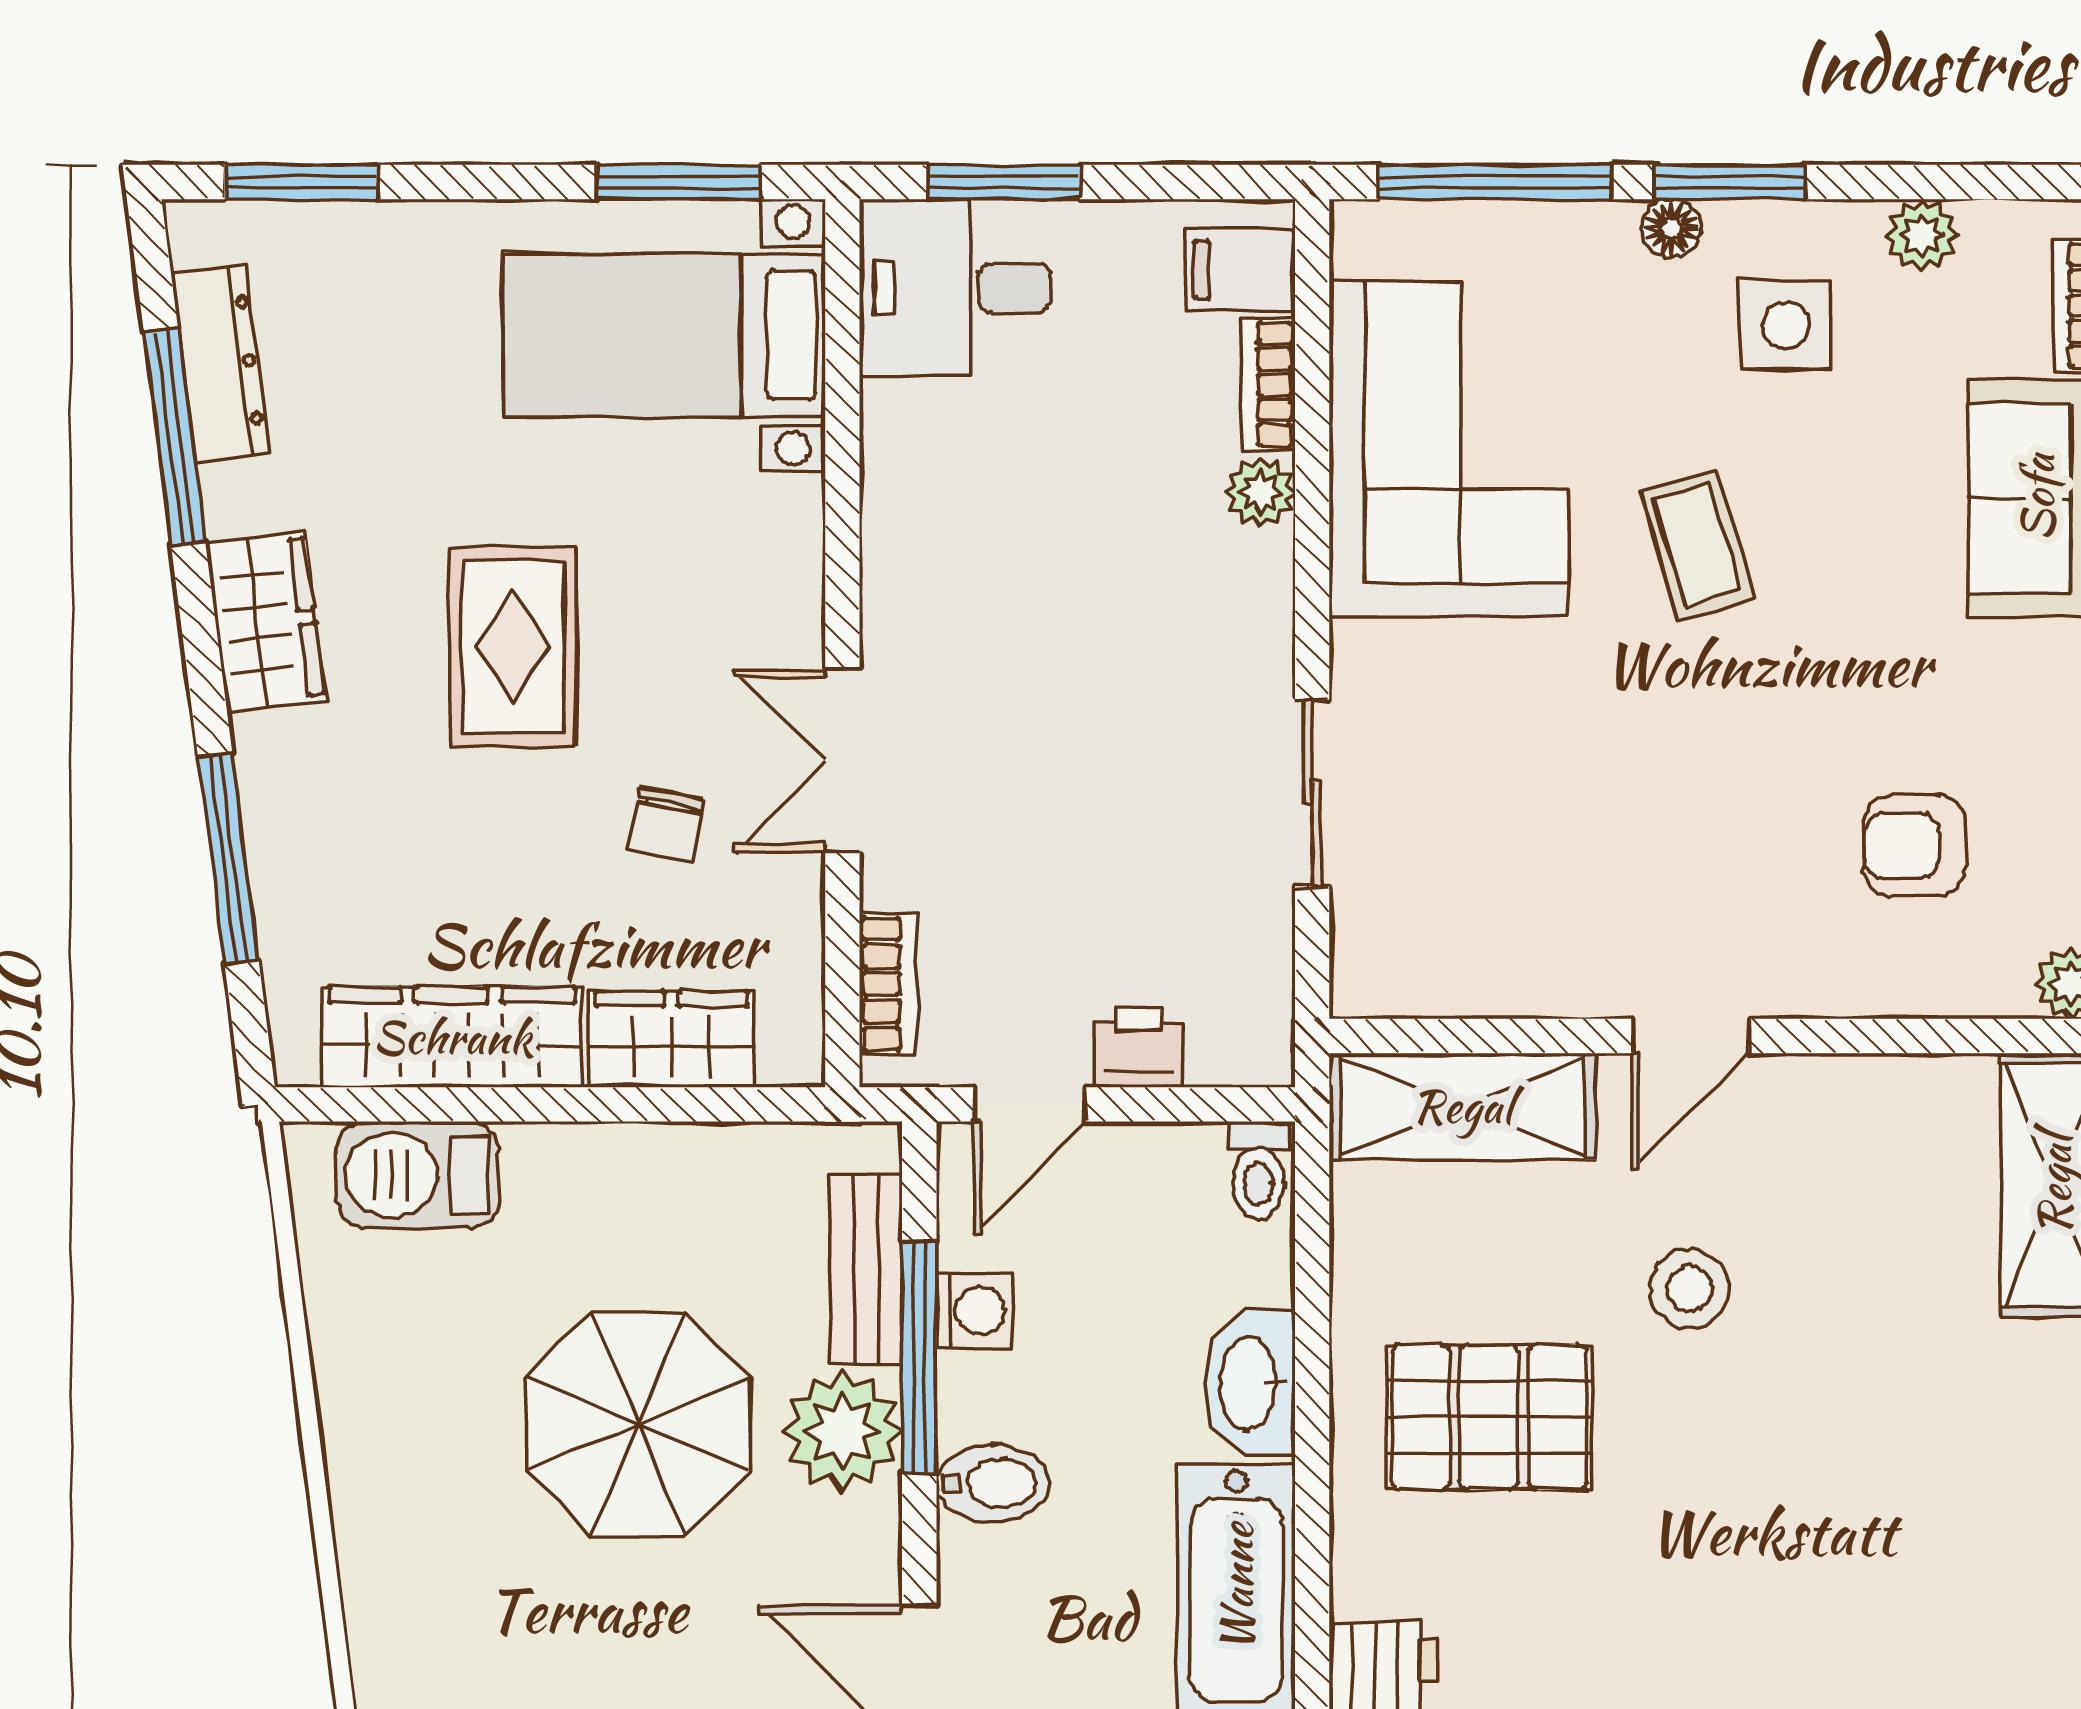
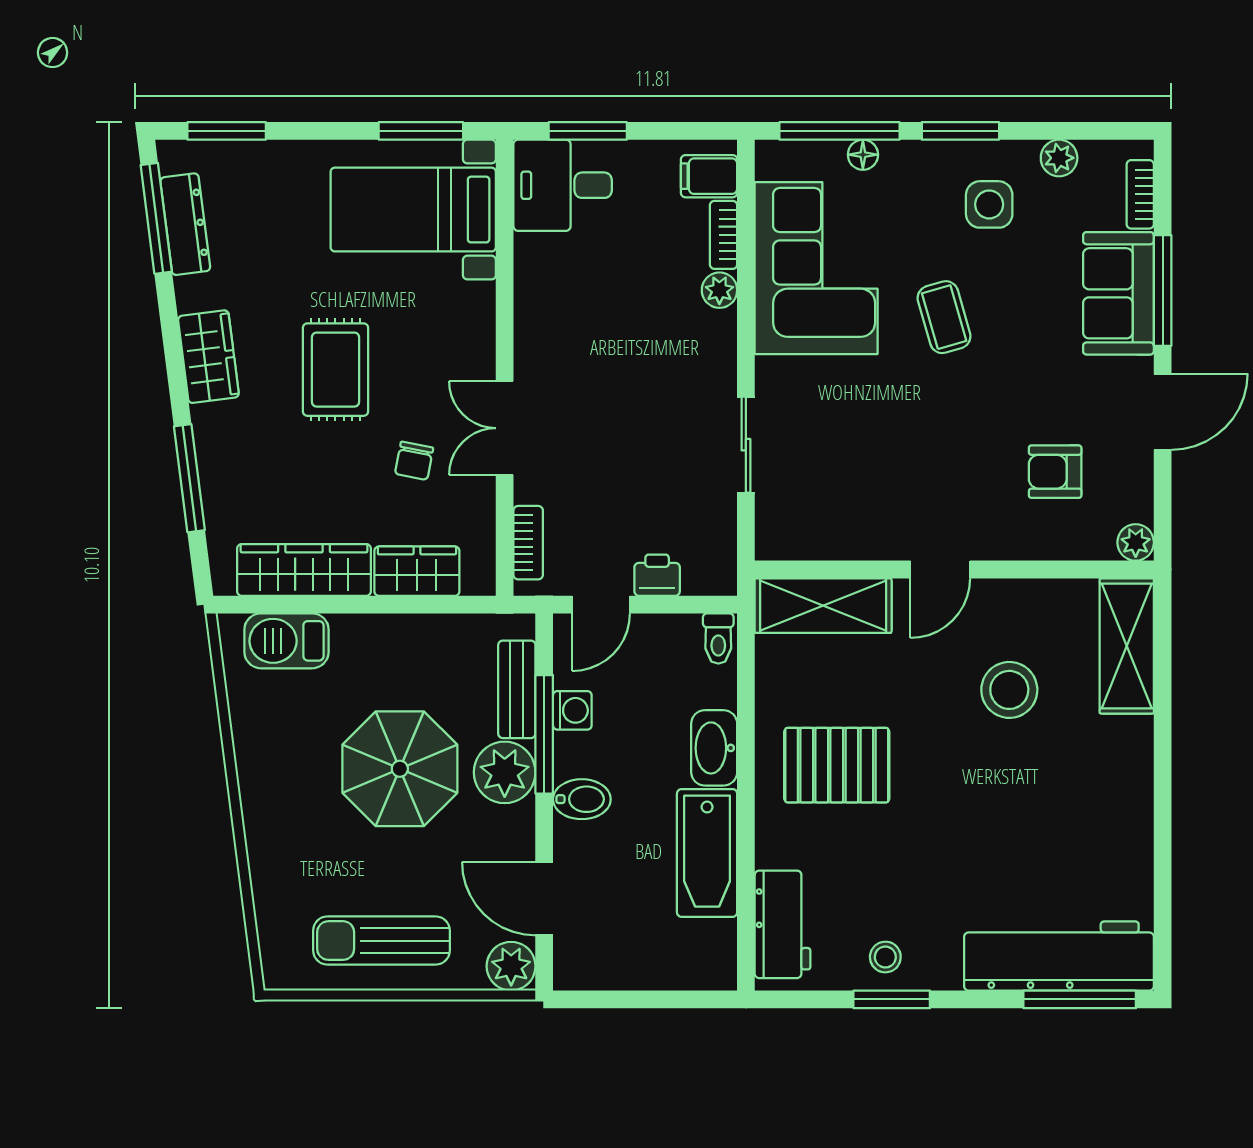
floor lamp: (1671, 228) -> (863, 155), moved
window: (175, 437) -> (156, 218), moved
stool: (1689, 1288) -> (1009, 690), moved, width x1.38, depth x1.38

